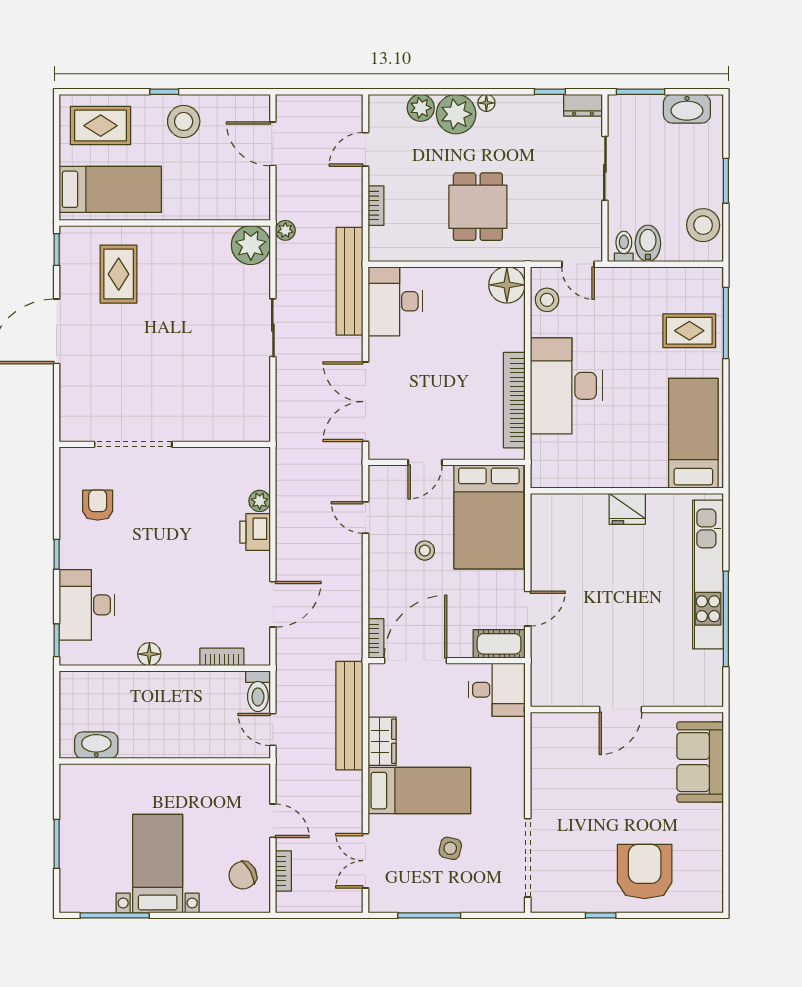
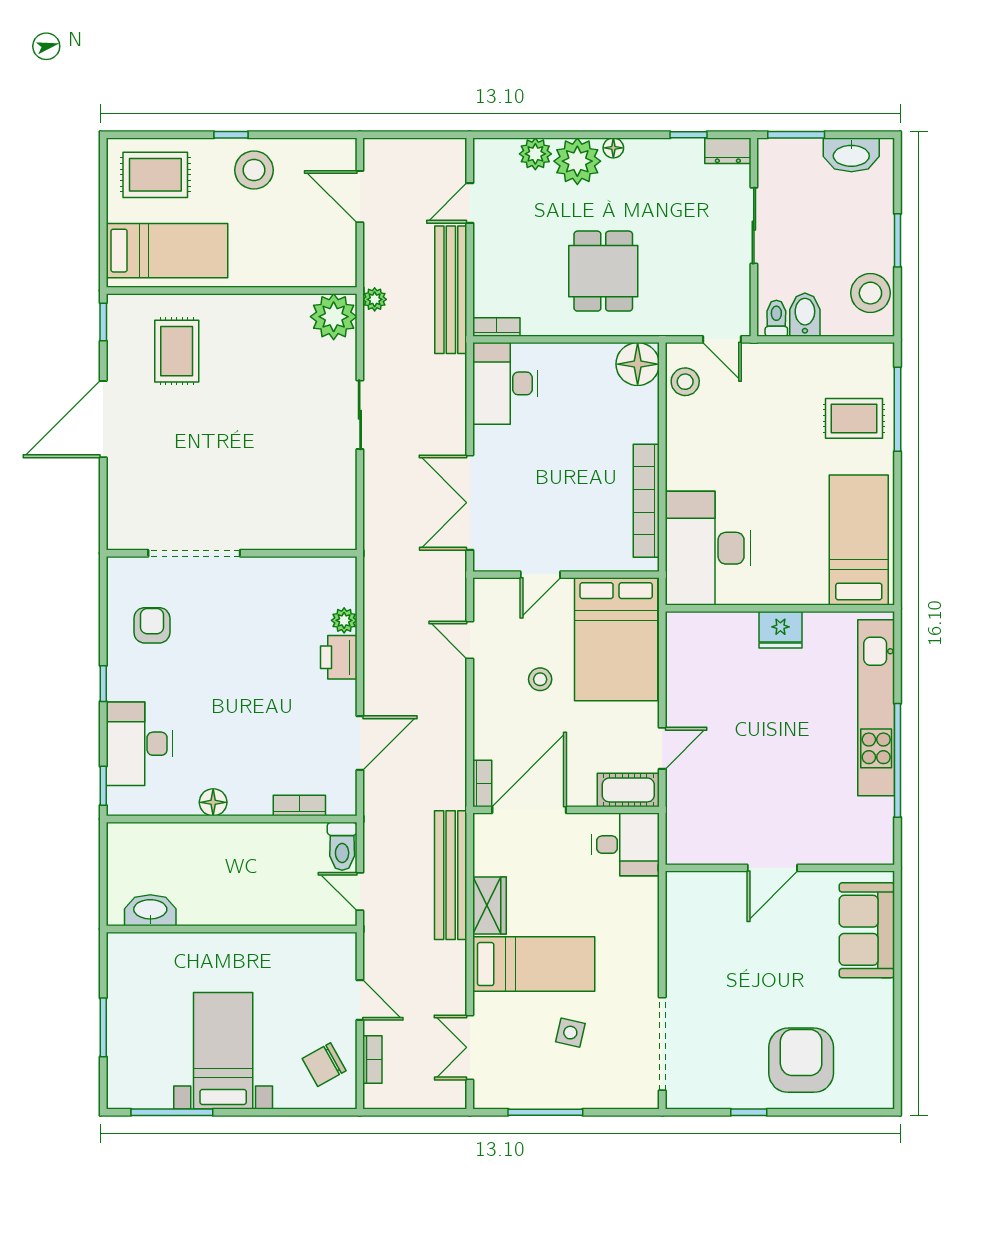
bookcase: (376, 206) -> (496, 327), moved, turned -90
bench: (350, 281) -> (451, 290), moved
desk: (566, 386) -> (708, 548), moved

